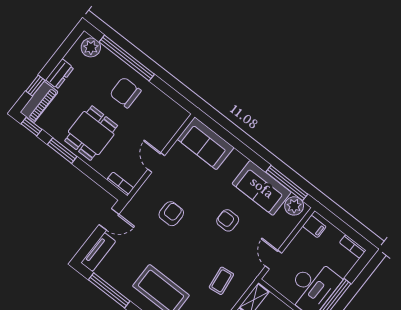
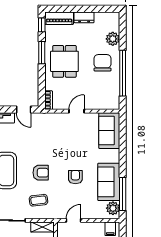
plant: (91, 47) -> (113, 39), moved
window: (127, 58) -> (123, 73), moved
window: (35, 86) -> (67, 9), removed
dining table: (91, 133) -> (64, 61), turned 90
armchair: (171, 214) -> (41, 173), moved

